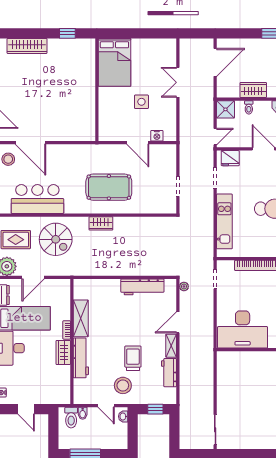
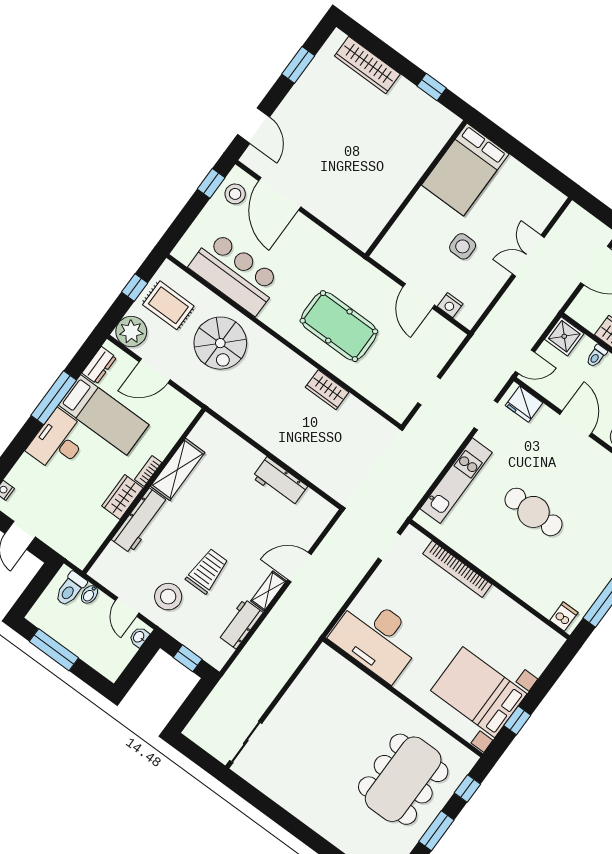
wardrobe: (101, 223) -> (327, 390), moved
plant: (184, 286) -> (342, 526), removed
workbench: (142, 287) -> (280, 482), width x0.73

